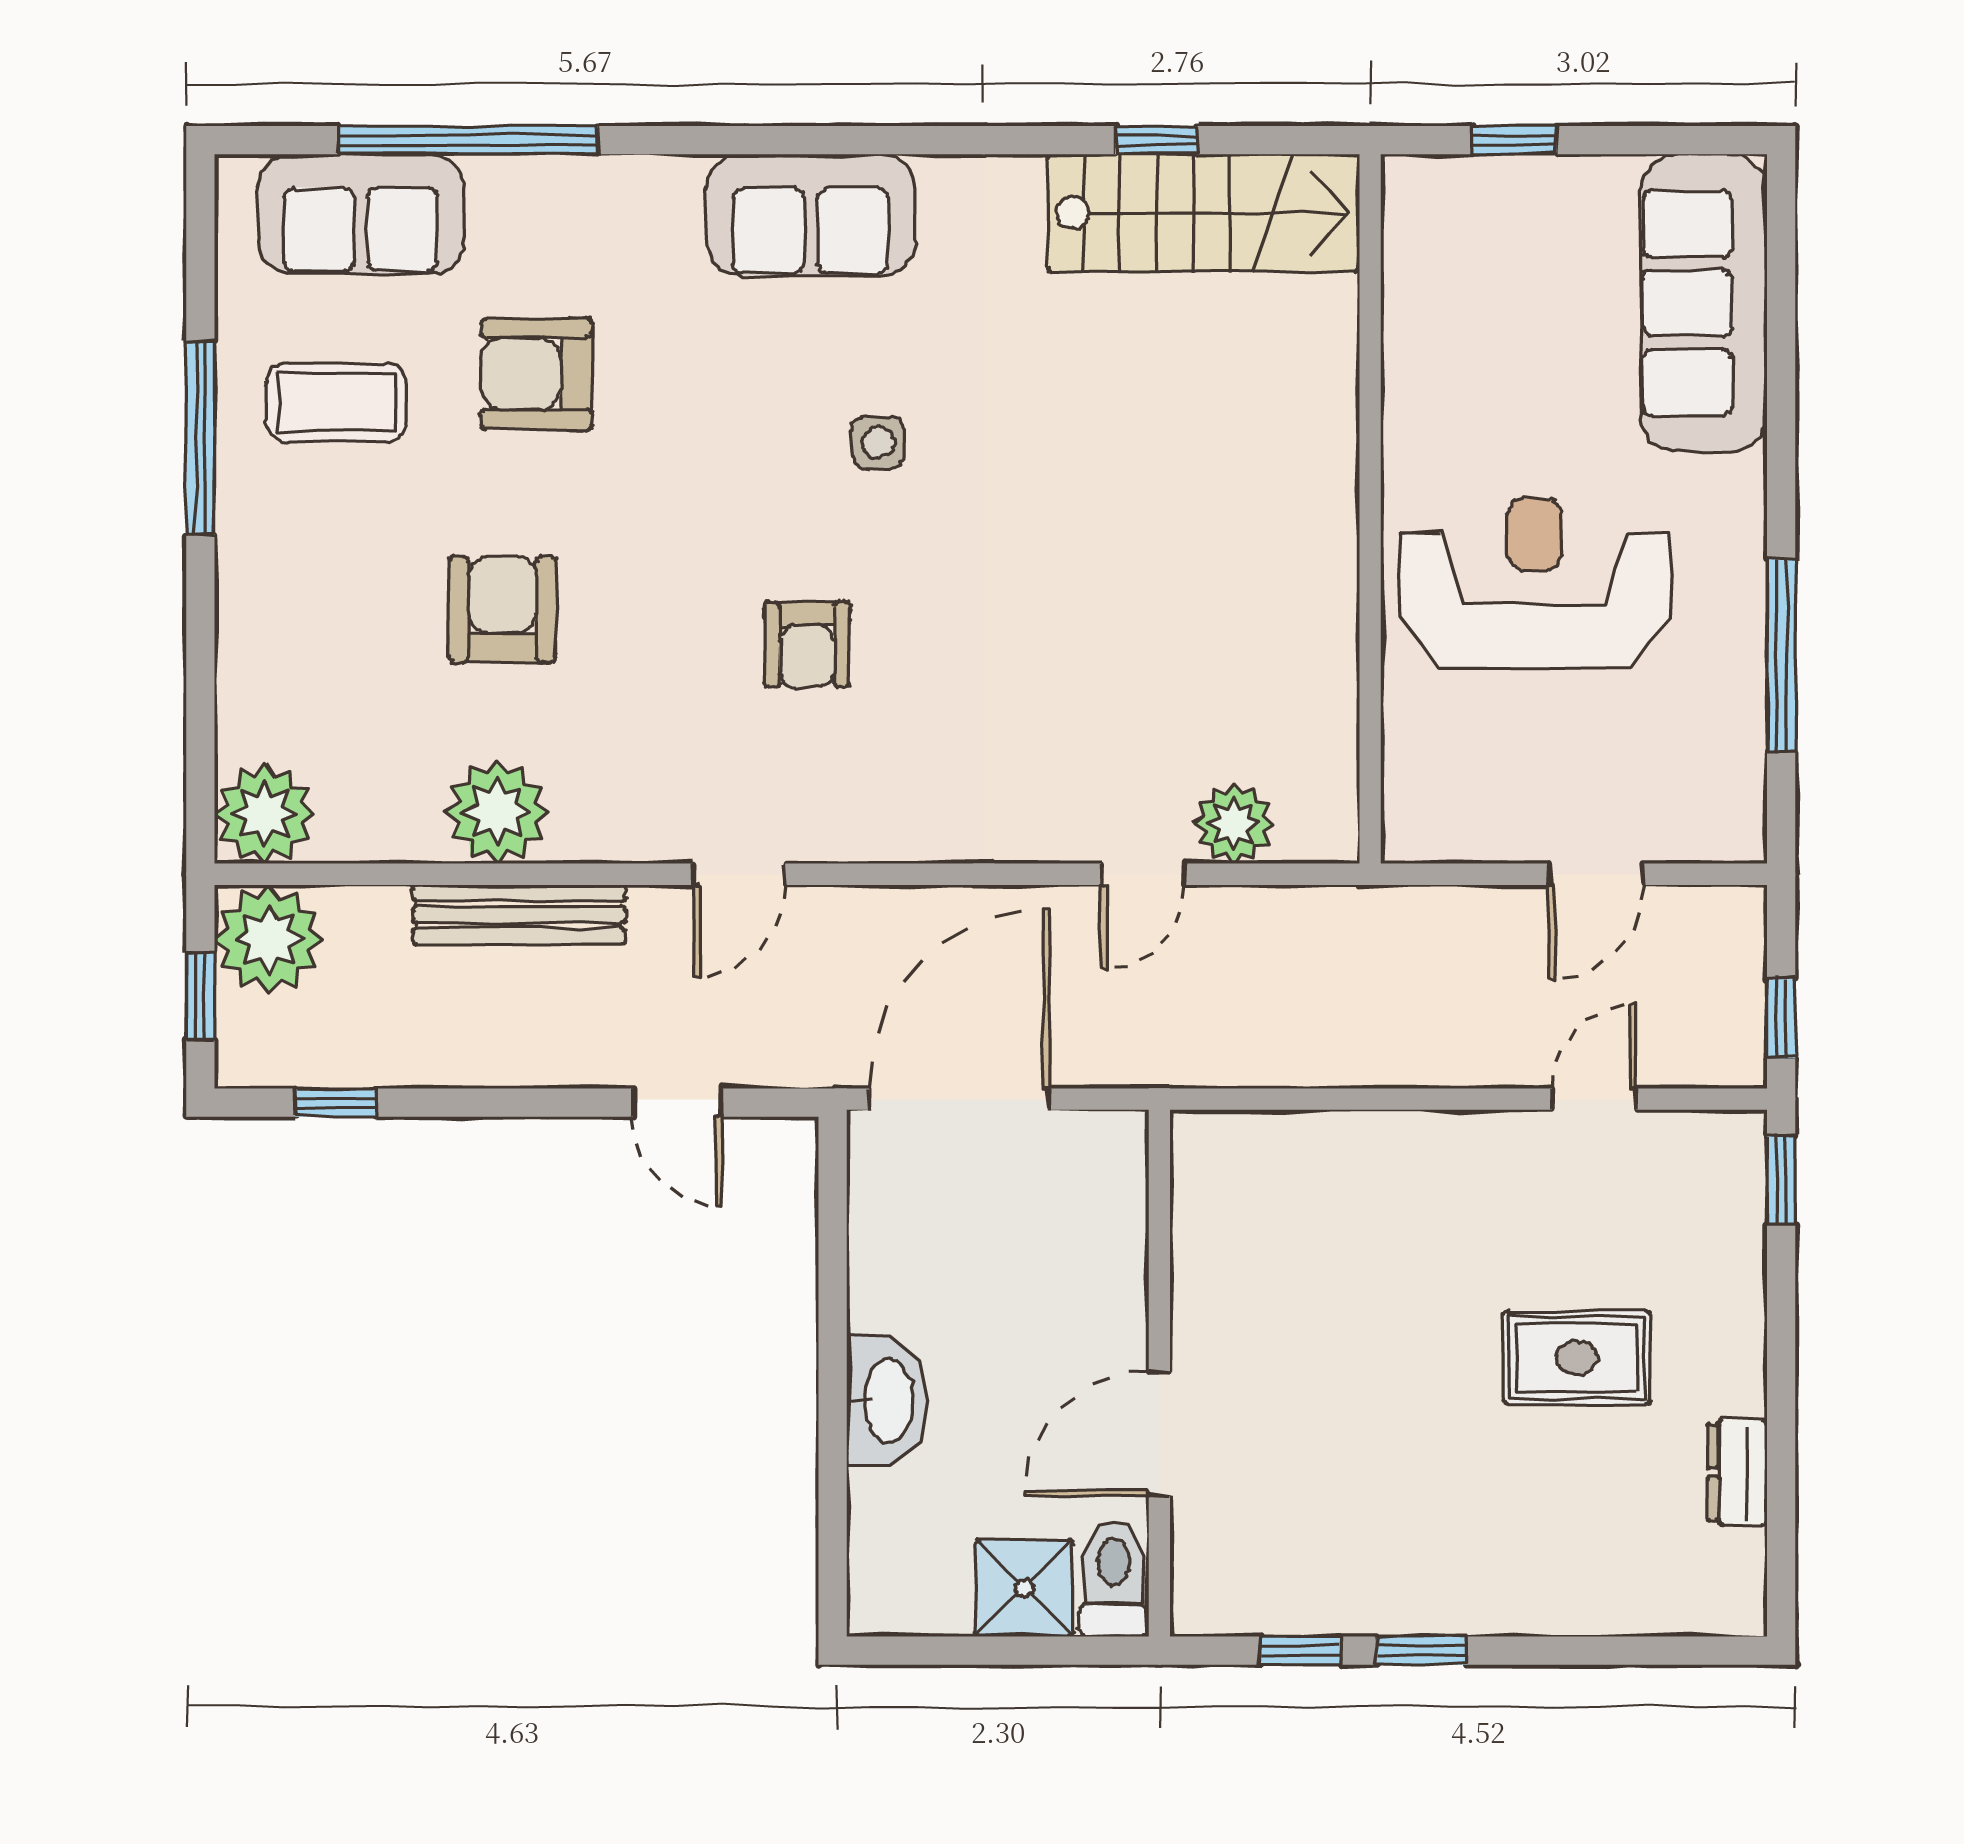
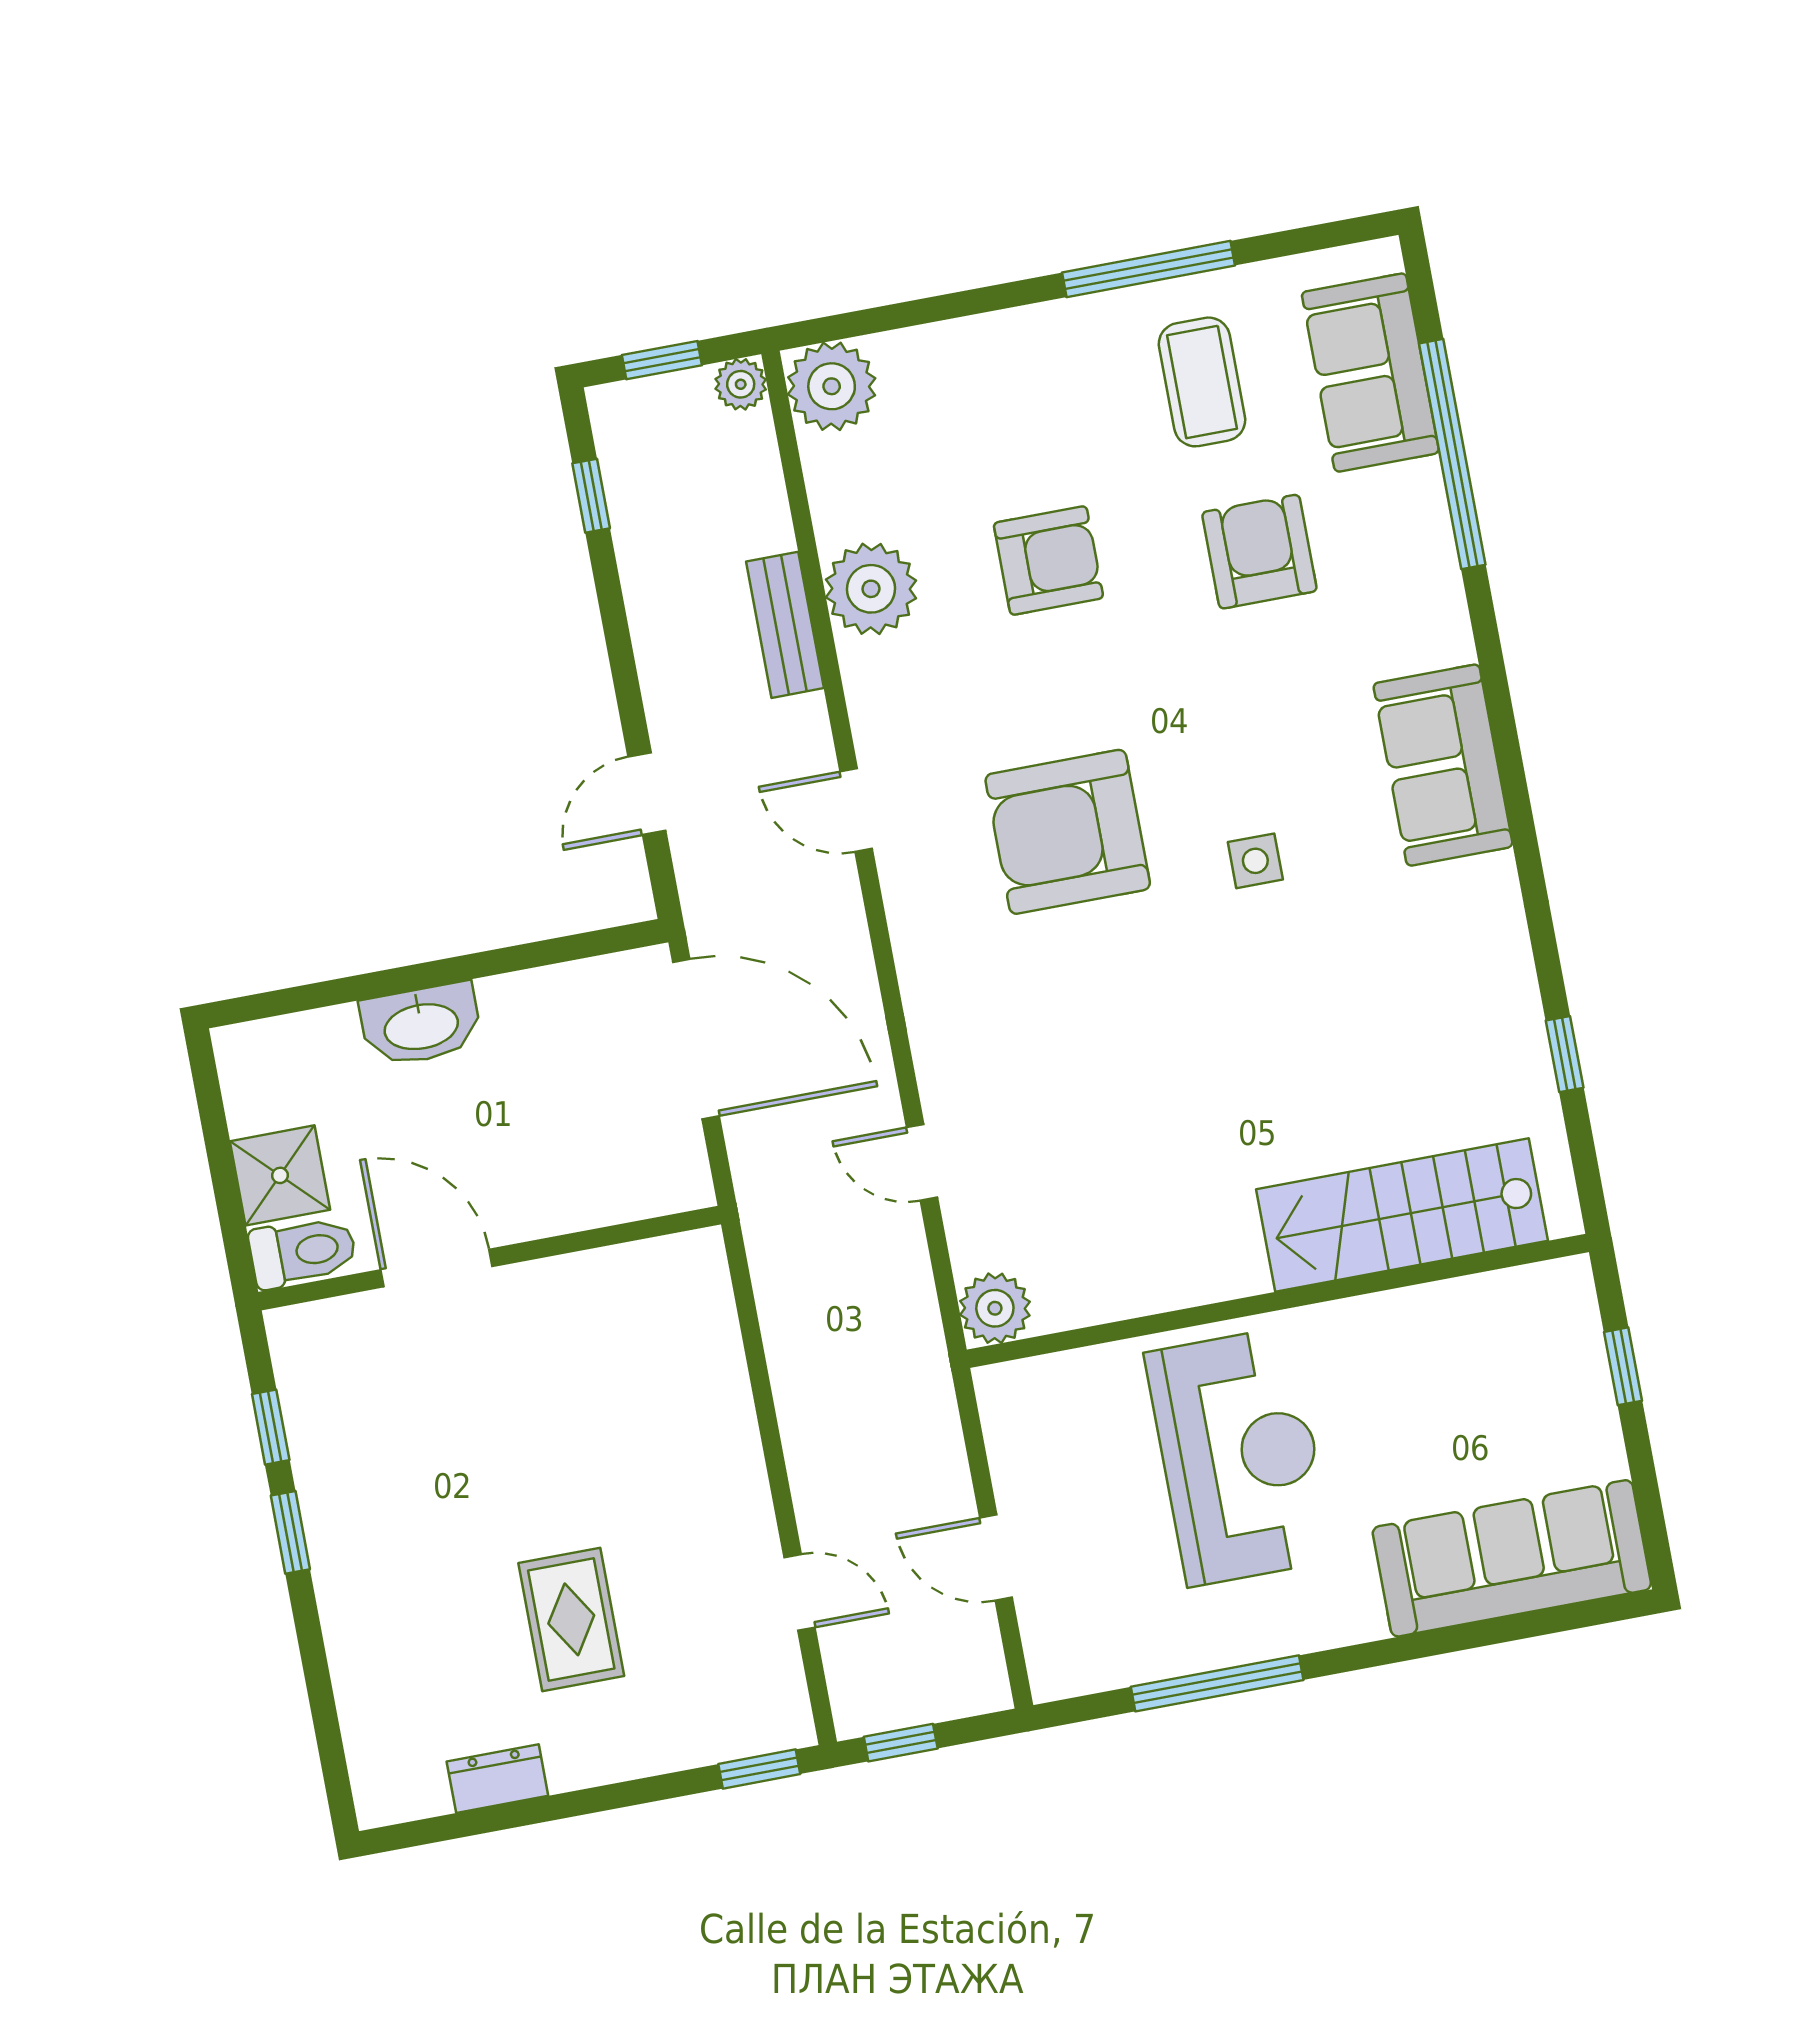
stairs: (1203, 213) -> (1402, 1215), moved, turned 90
armchair: (807, 644) -> (1068, 832), width x1.88, depth x1.88
plant: (1234, 824) -> (995, 1308), moved
bench: (519, 915) -> (785, 625), width x0.73
plant: (269, 939) -> (741, 384), width x0.53, depth x0.53

